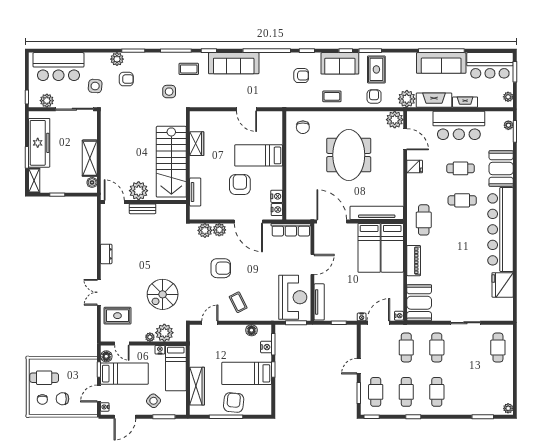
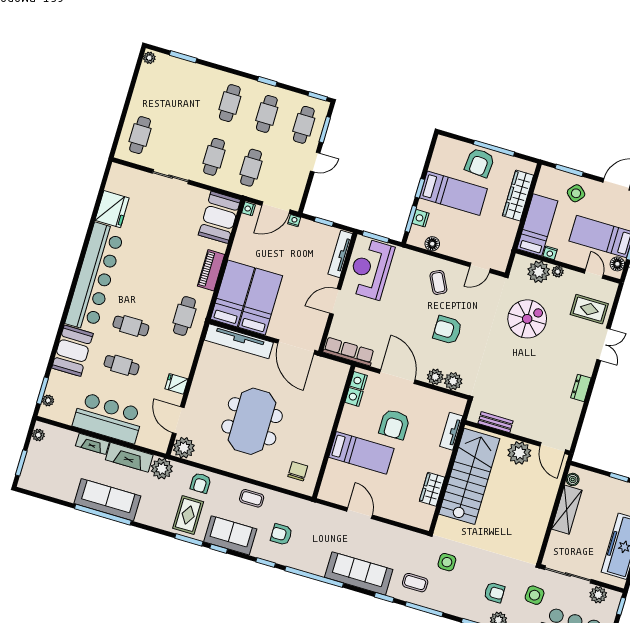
bar counter: (490, 65) -> (49, 479), removed
armchair: (126, 79) -> (494, 592), turned 180
bench: (143, 209) -> (496, 422), moved

